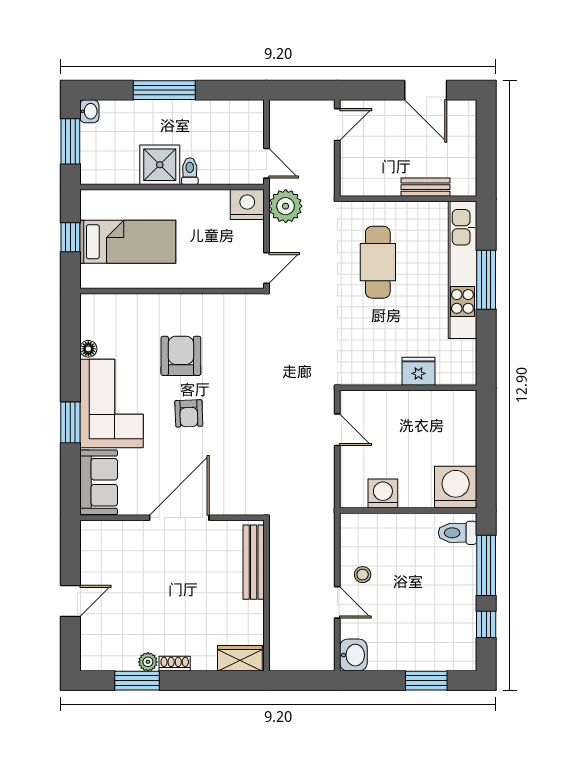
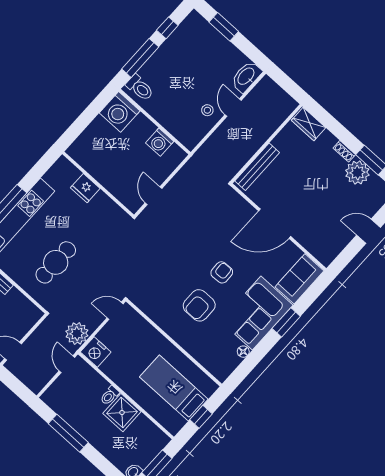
window: (164, 90) -> (68, 433), moved
washbasin: (353, 655) -> (246, 77), width x1.38
plant: (148, 662) -> (357, 173), width x1.88, depth x1.88

